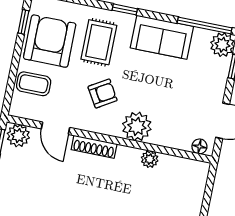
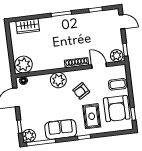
plant: (150, 159) -> (24, 65), moved, width x1.87, depth x1.87

